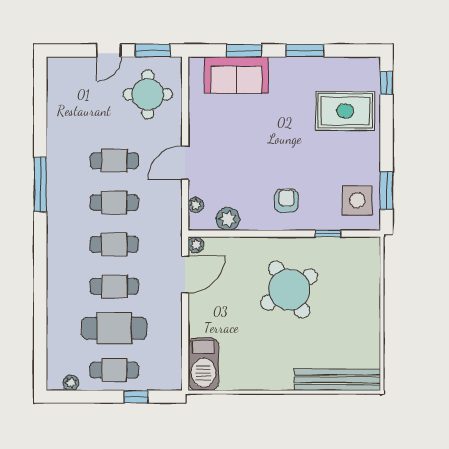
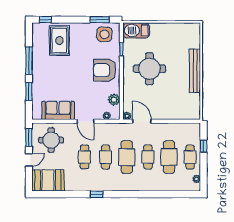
door: (109, 50) -> (29, 160), hinge flipped
window: (305, 50) -> (29, 61), width x1.44
sofa: (236, 75) -> (58, 110), moved, turned -90
booth: (68, 88) -> (48, 180), added
window: (40, 185) -> (97, 194), width x0.46
armchair: (286, 201) -> (105, 70), width x1.88, depth x1.88
cafe table: (114, 244) -> (127, 157), width x1.37, depth x1.35
round table: (289, 290) -> (149, 69), turned 32
barbecue: (203, 364) -> (136, 30), moved, turned 180
bench: (337, 380) -> (195, 71), moved

